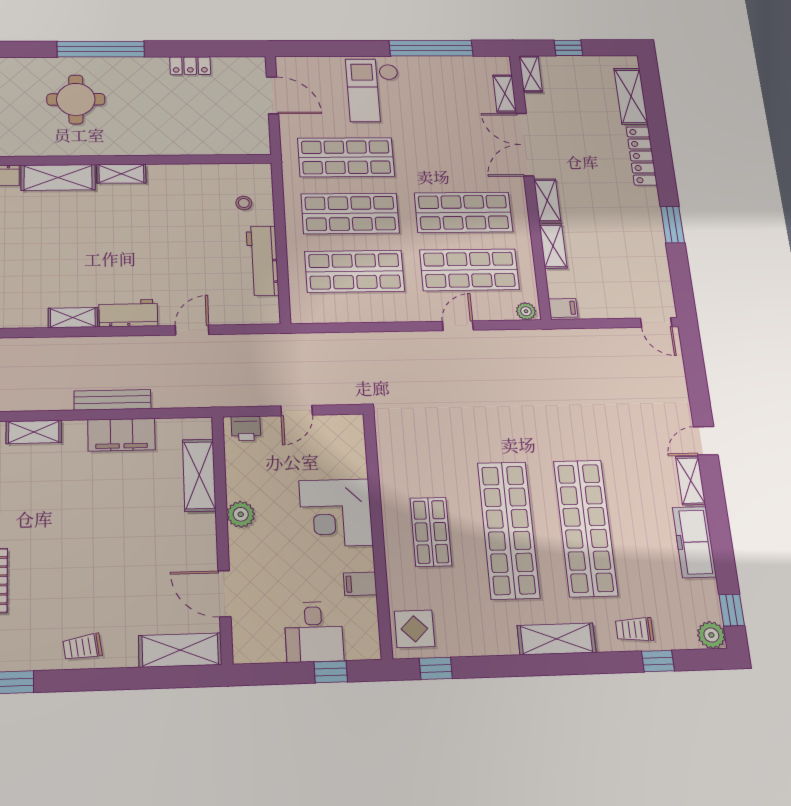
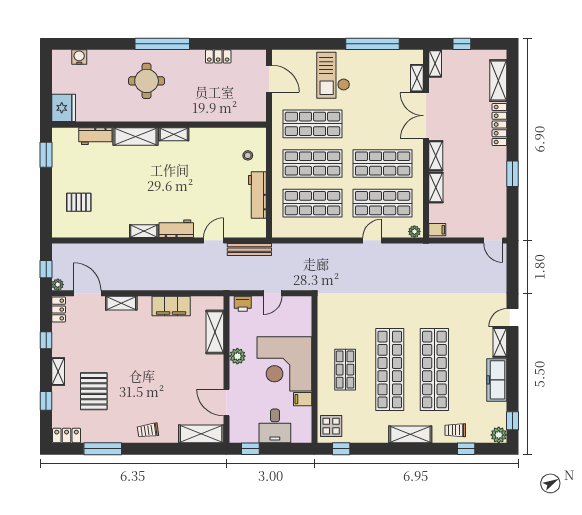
bench: (112, 400) -> (249, 250), moved
corner desk: (336, 513) -> (284, 364), width x1.36, depth x1.36
window: (331, 672) -> (250, 449), moved

